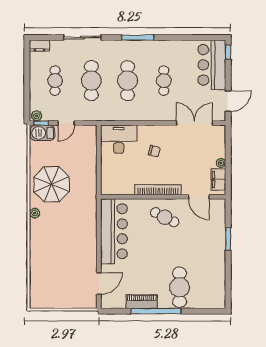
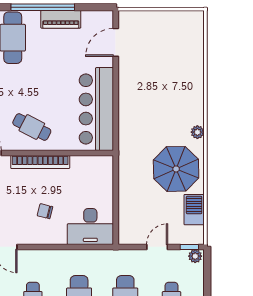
barbecue: (42, 133) -> (194, 210), moved, turned -90

